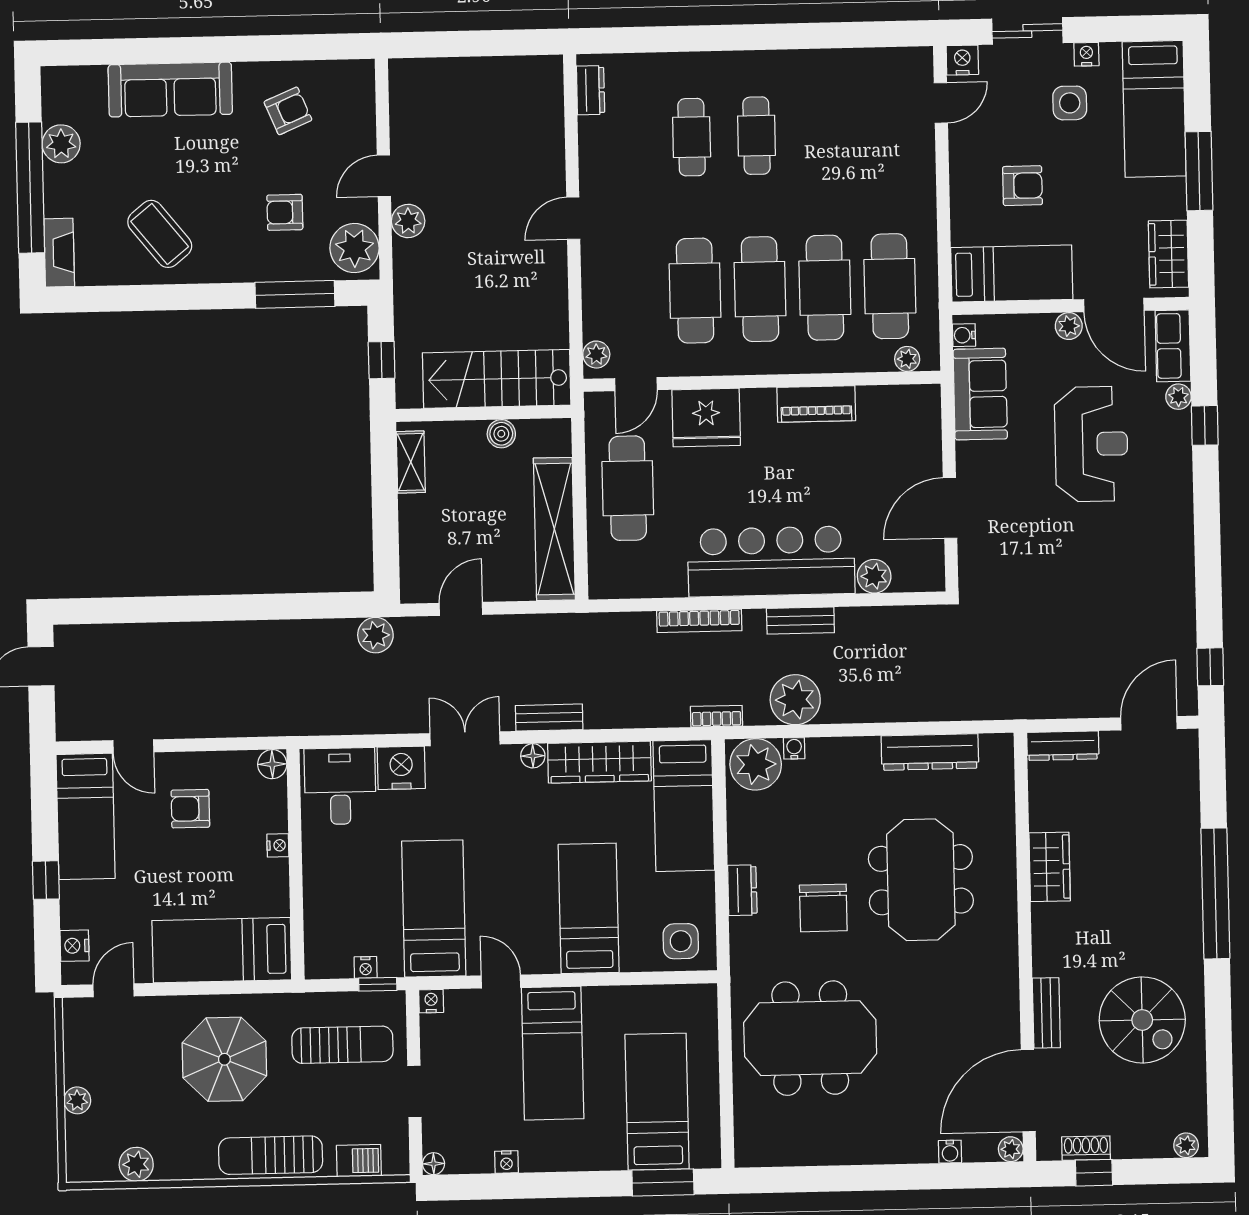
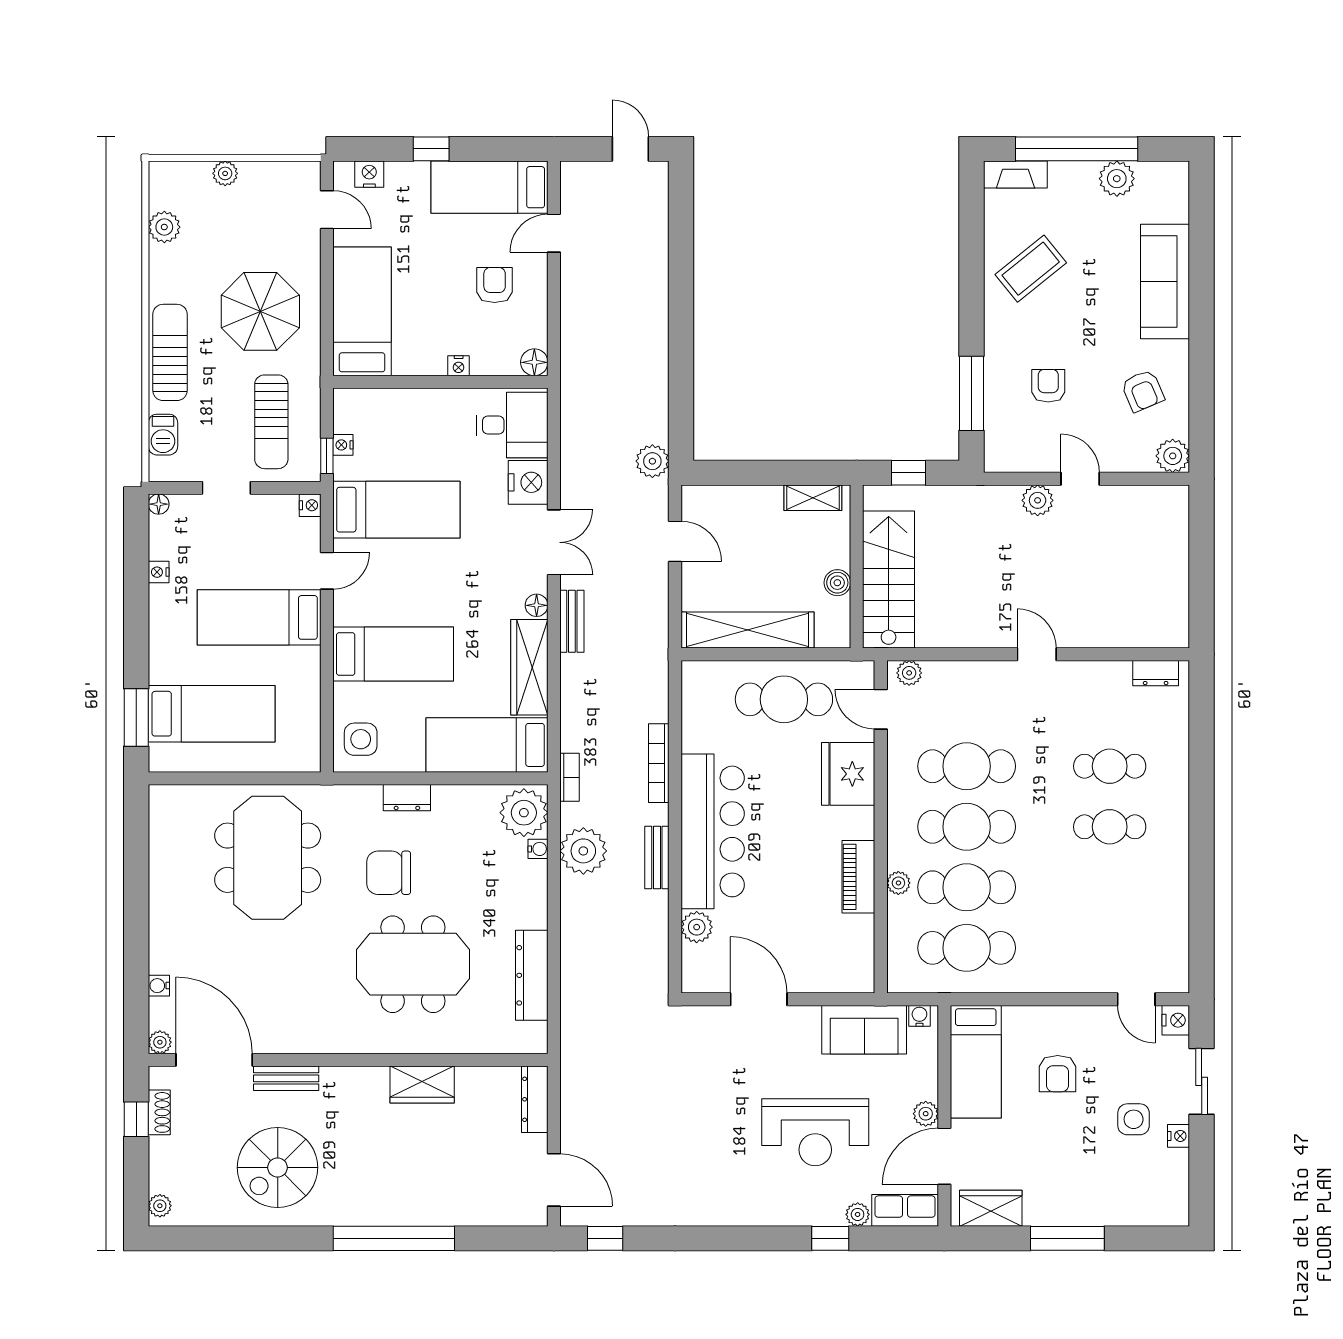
bed: (1154, 109) -> (1126, 1198), removed
plant: (354, 248) -> (1173, 456), moved, width x0.73, depth x0.73
plant: (907, 359) -> (898, 883), moved

